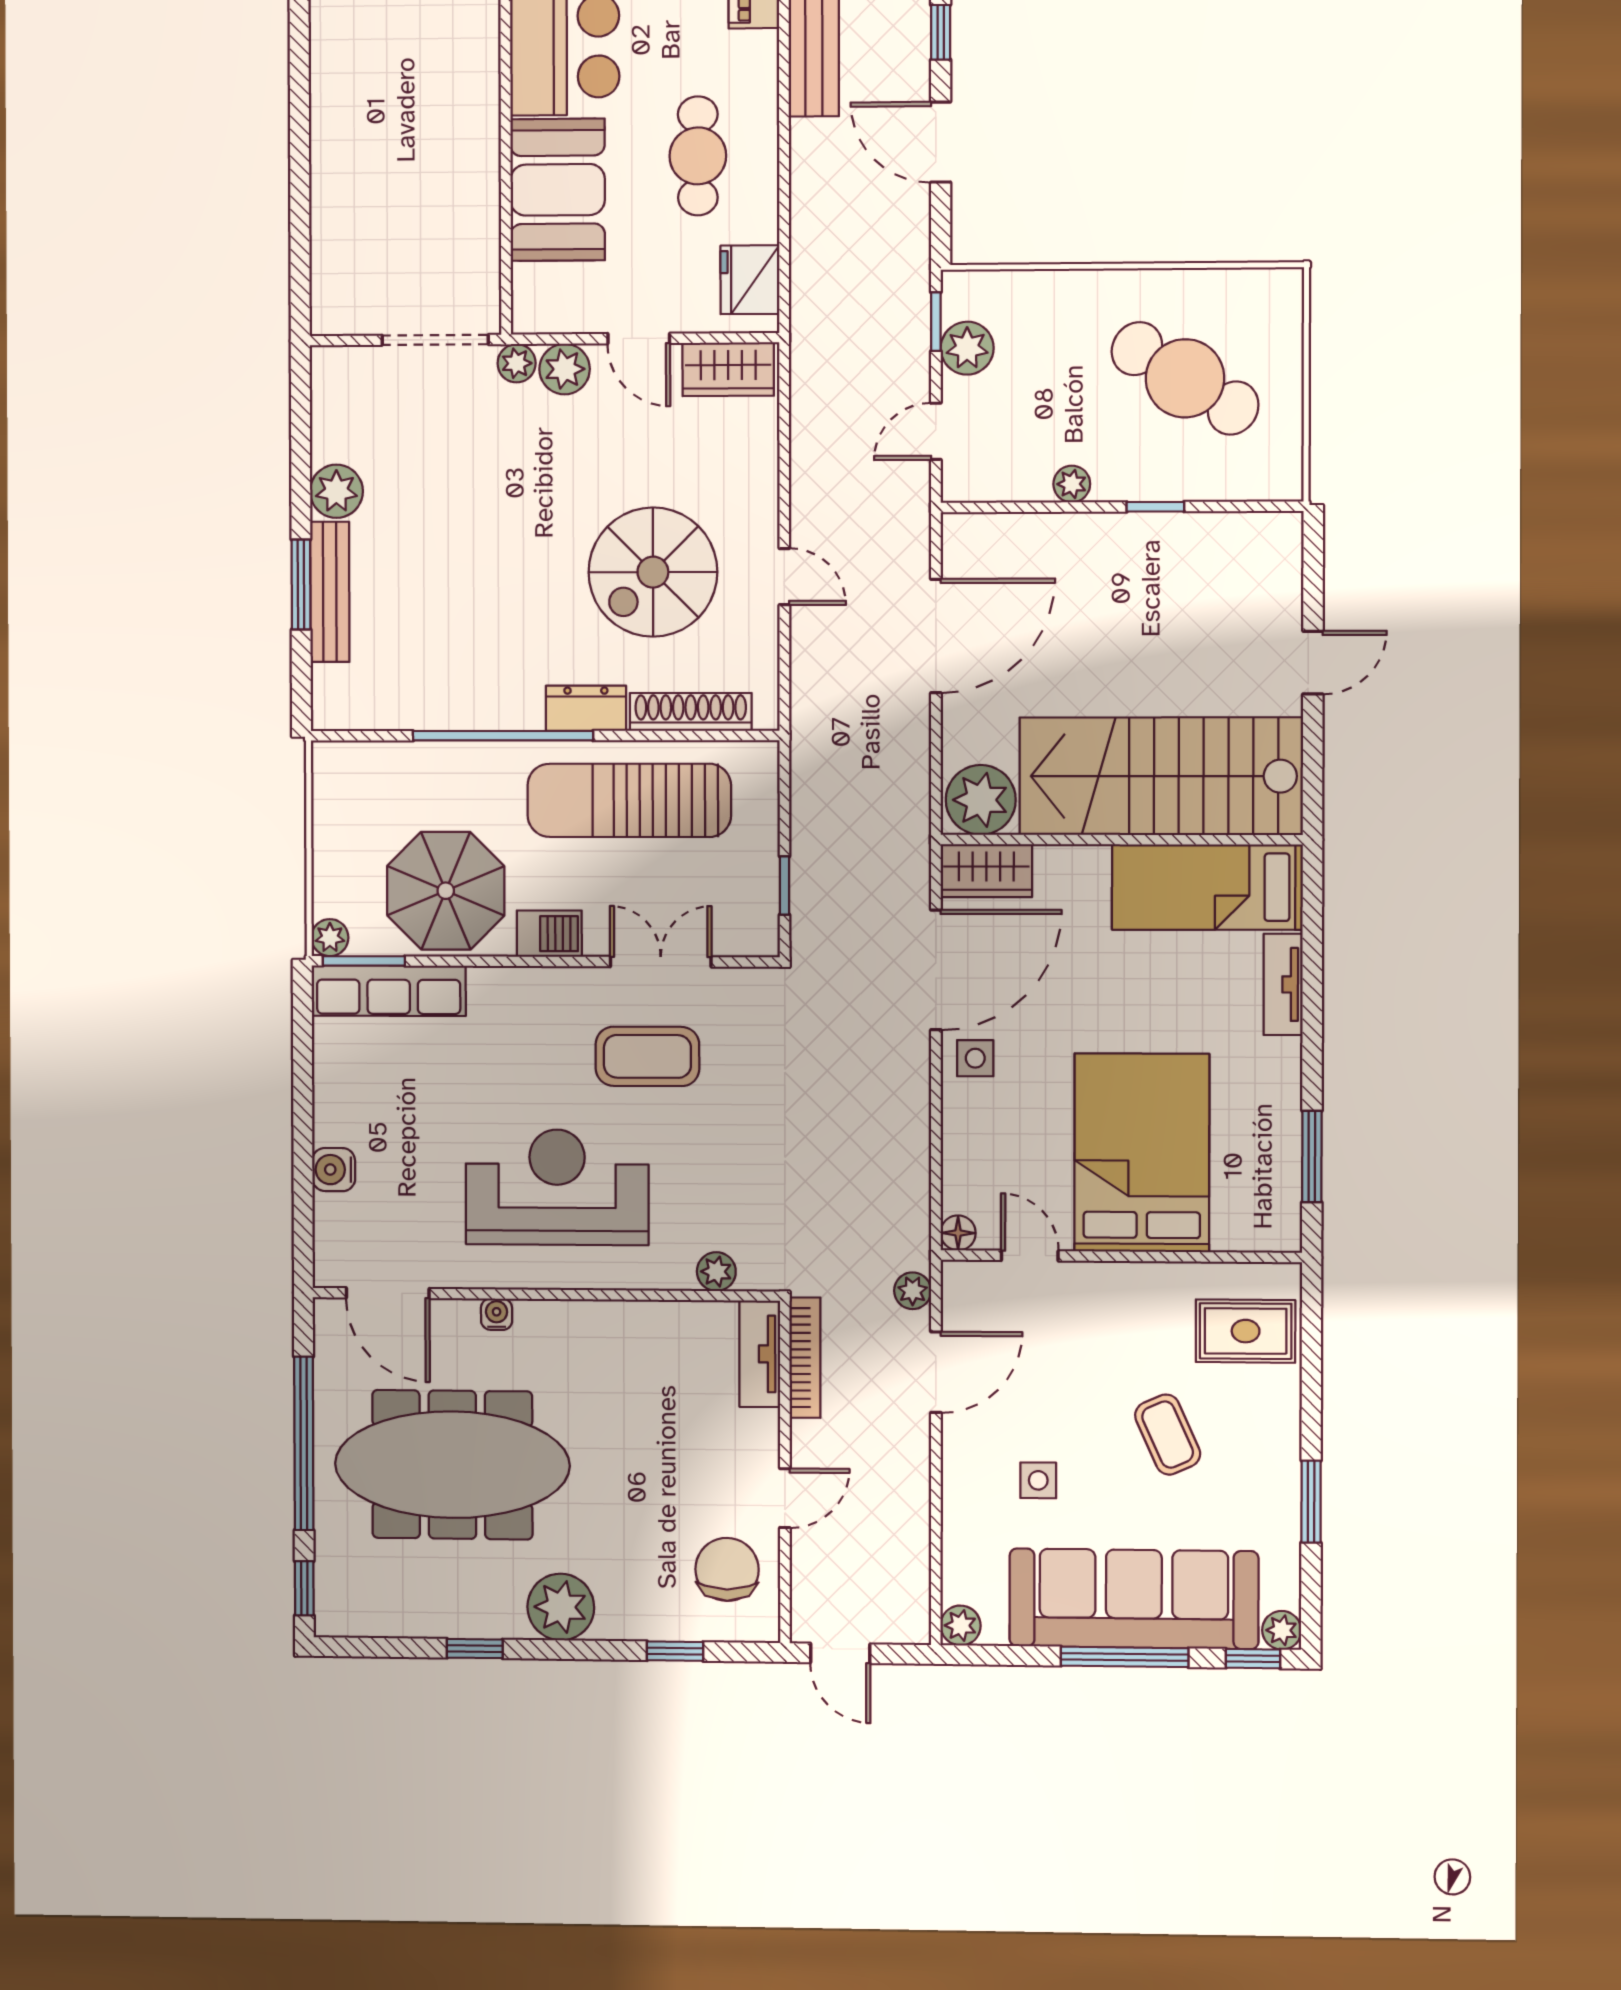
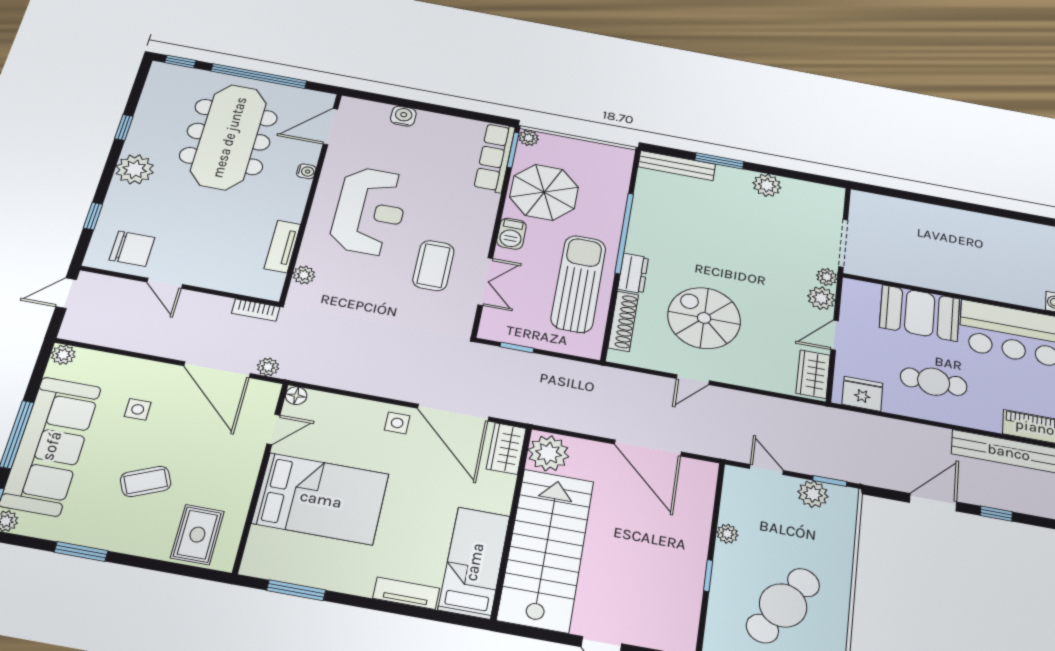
bench: (330, 592) -> (677, 166), moved
tv unit: (760, 1354) -> (282, 246), moved, turned -90
bookcase: (805, 1358) -> (256, 310), width x0.64
door: (936, 1372) -> (217, 370), width x1.36

